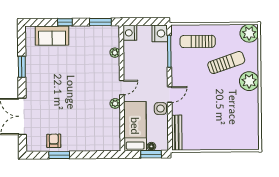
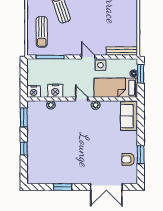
nightstand: (160, 33) -> (55, 91), moved, turned 180
sofa: (52, 36) -> (129, 116), moved, turned 180

